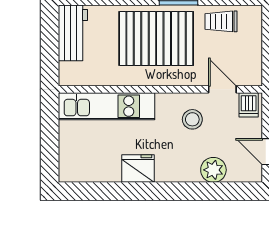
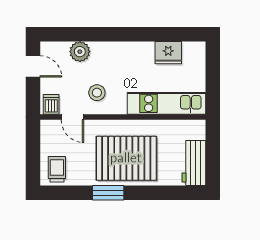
trolley: (221, 21) -> (57, 169), moved, turned -90
fridge: (138, 169) -> (168, 53), moved

